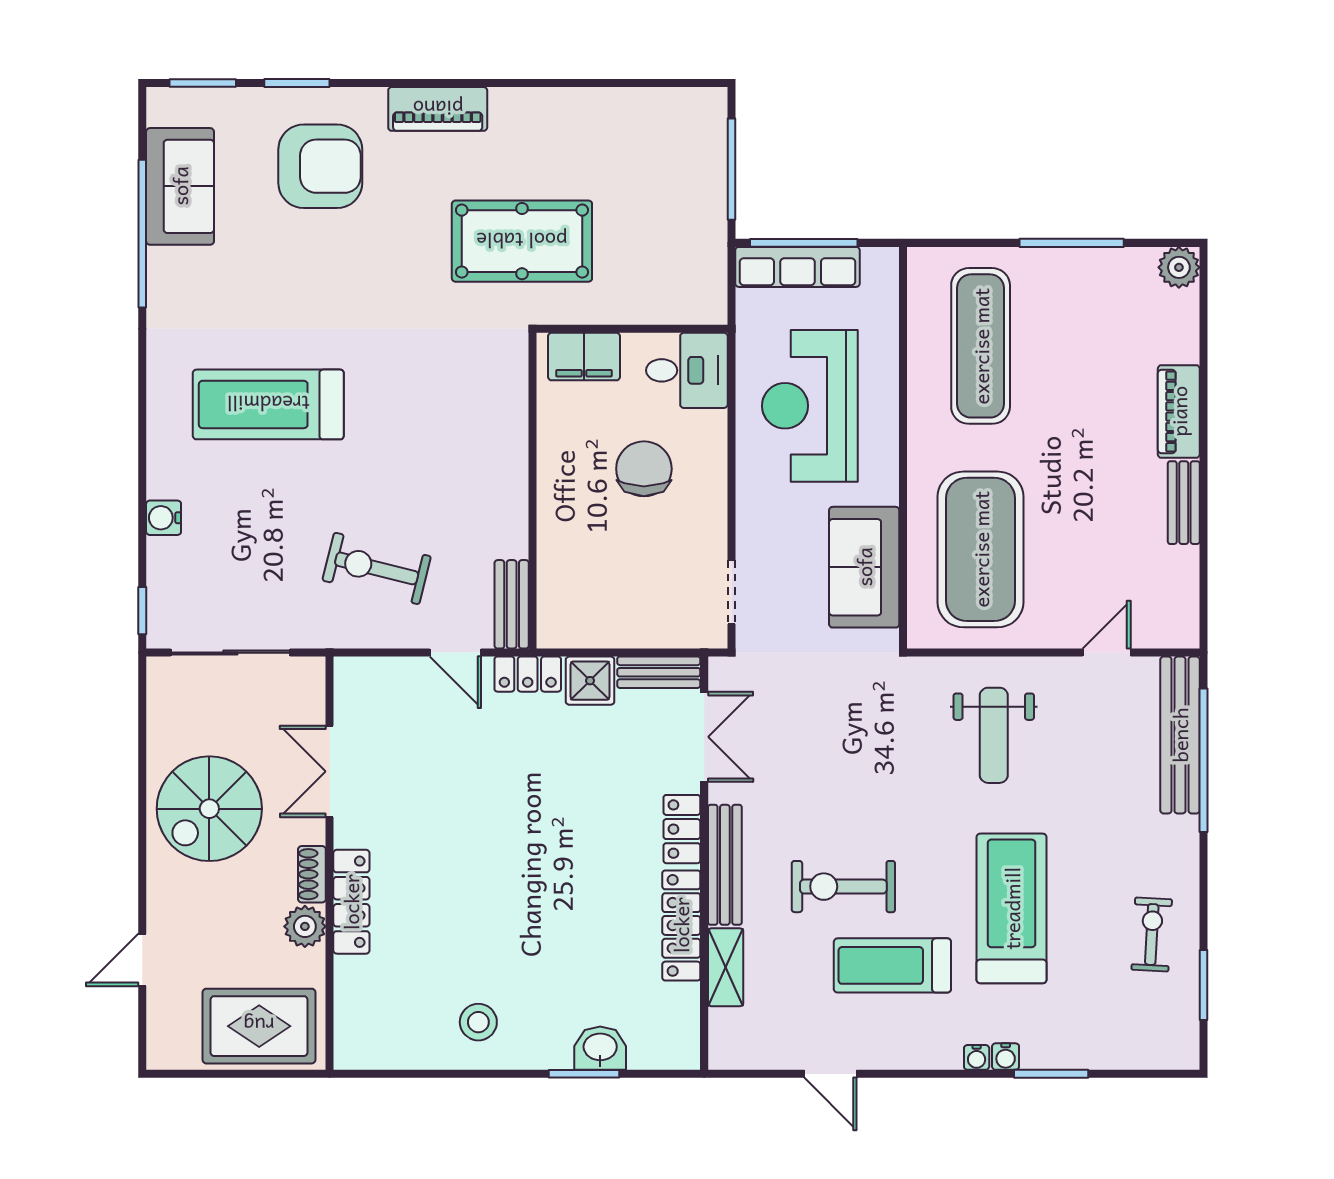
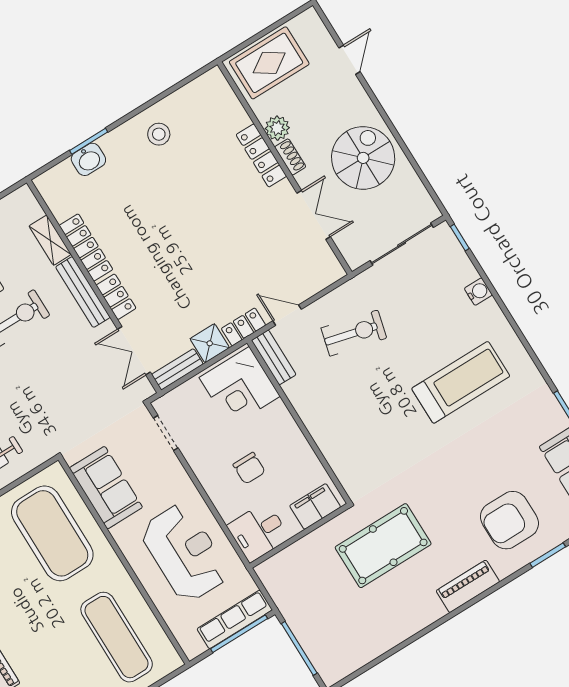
chair: (644, 469) -> (249, 468), width x0.73, depth x0.73
corner desk: (586, 592) -> (240, 387), added

